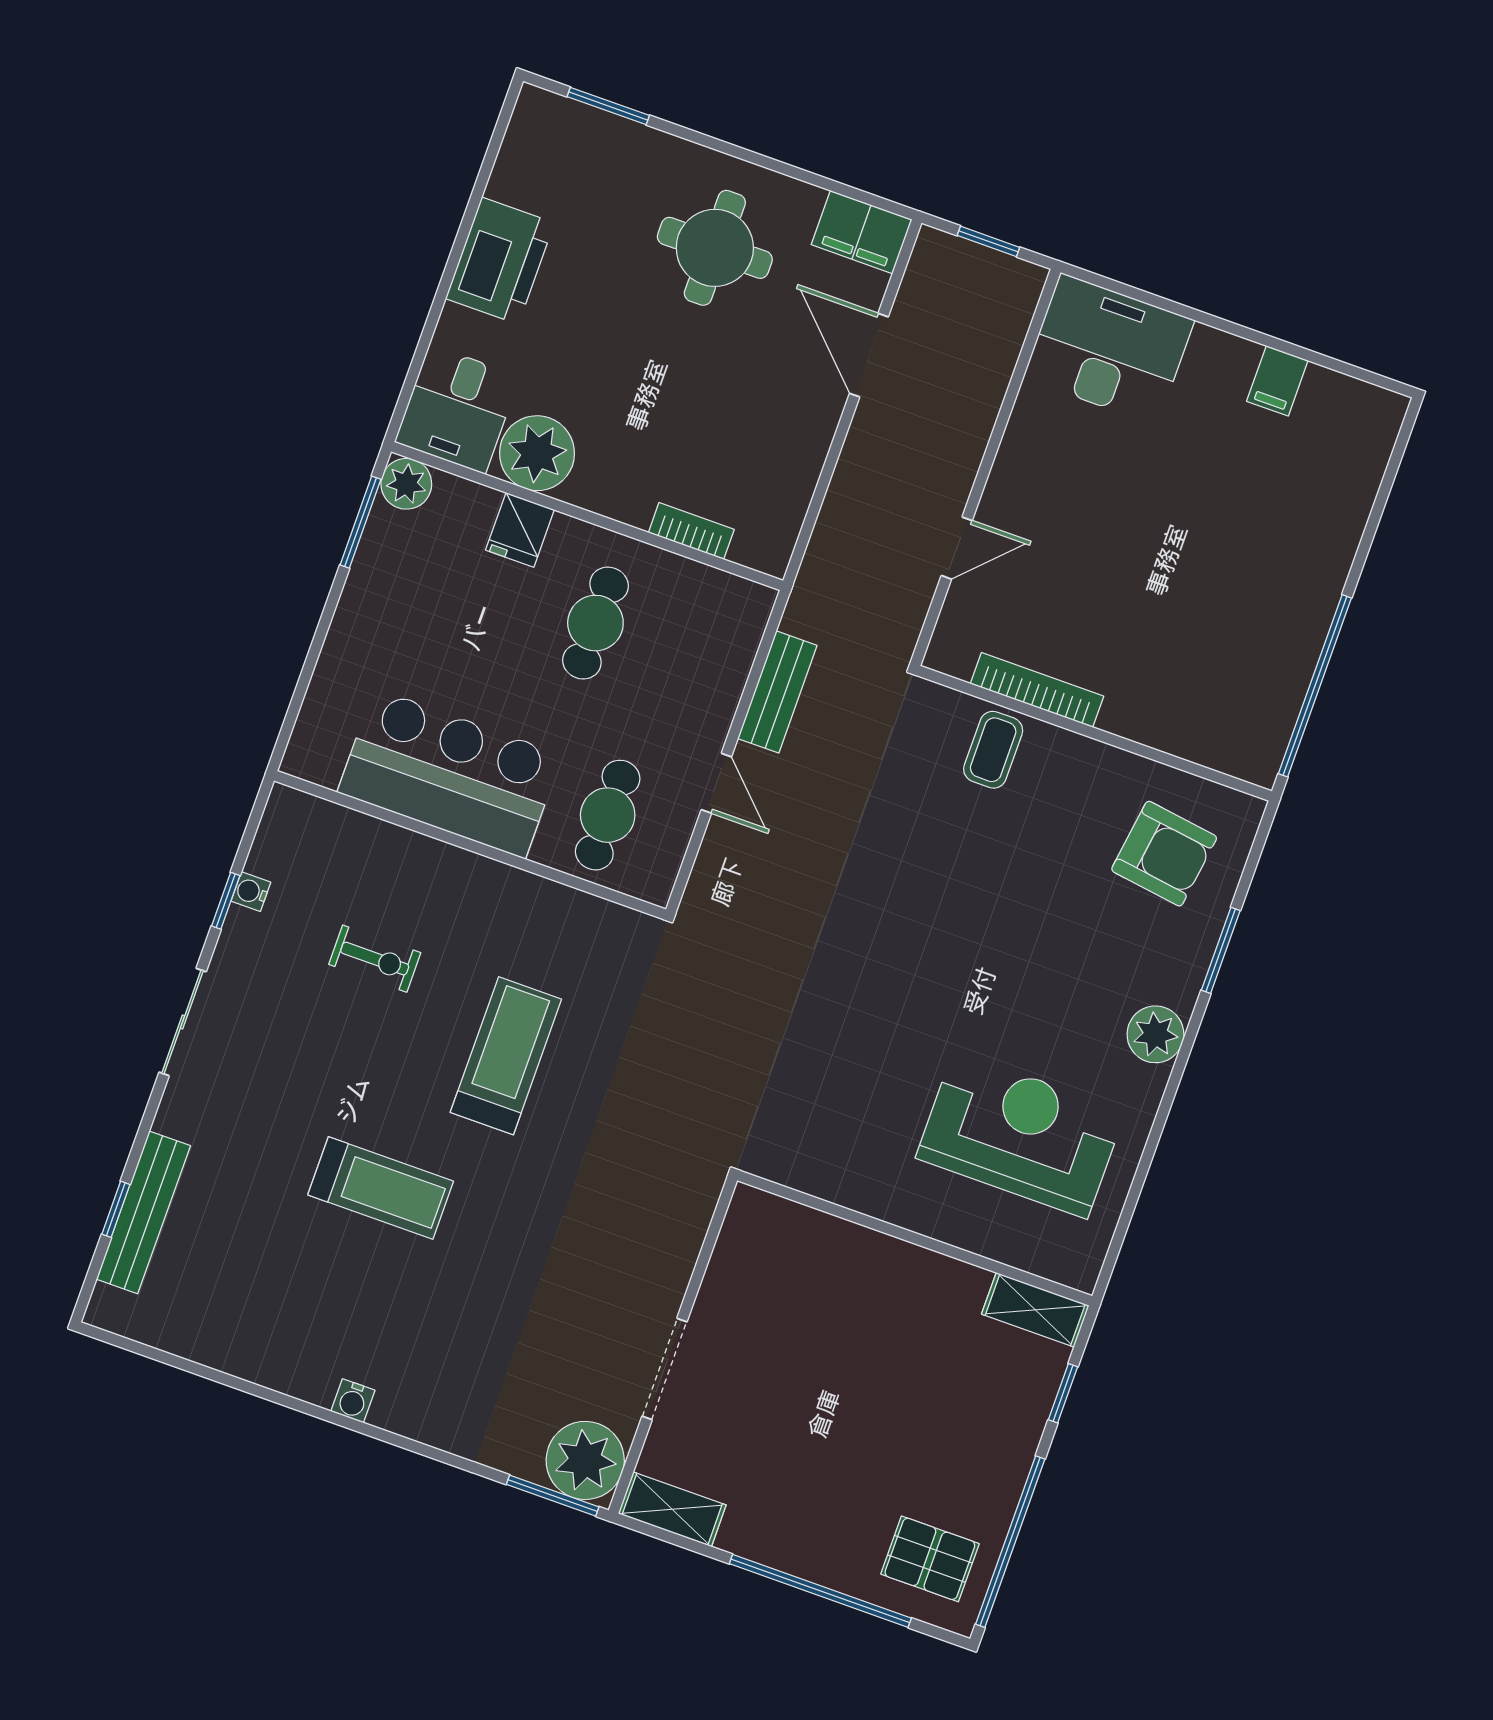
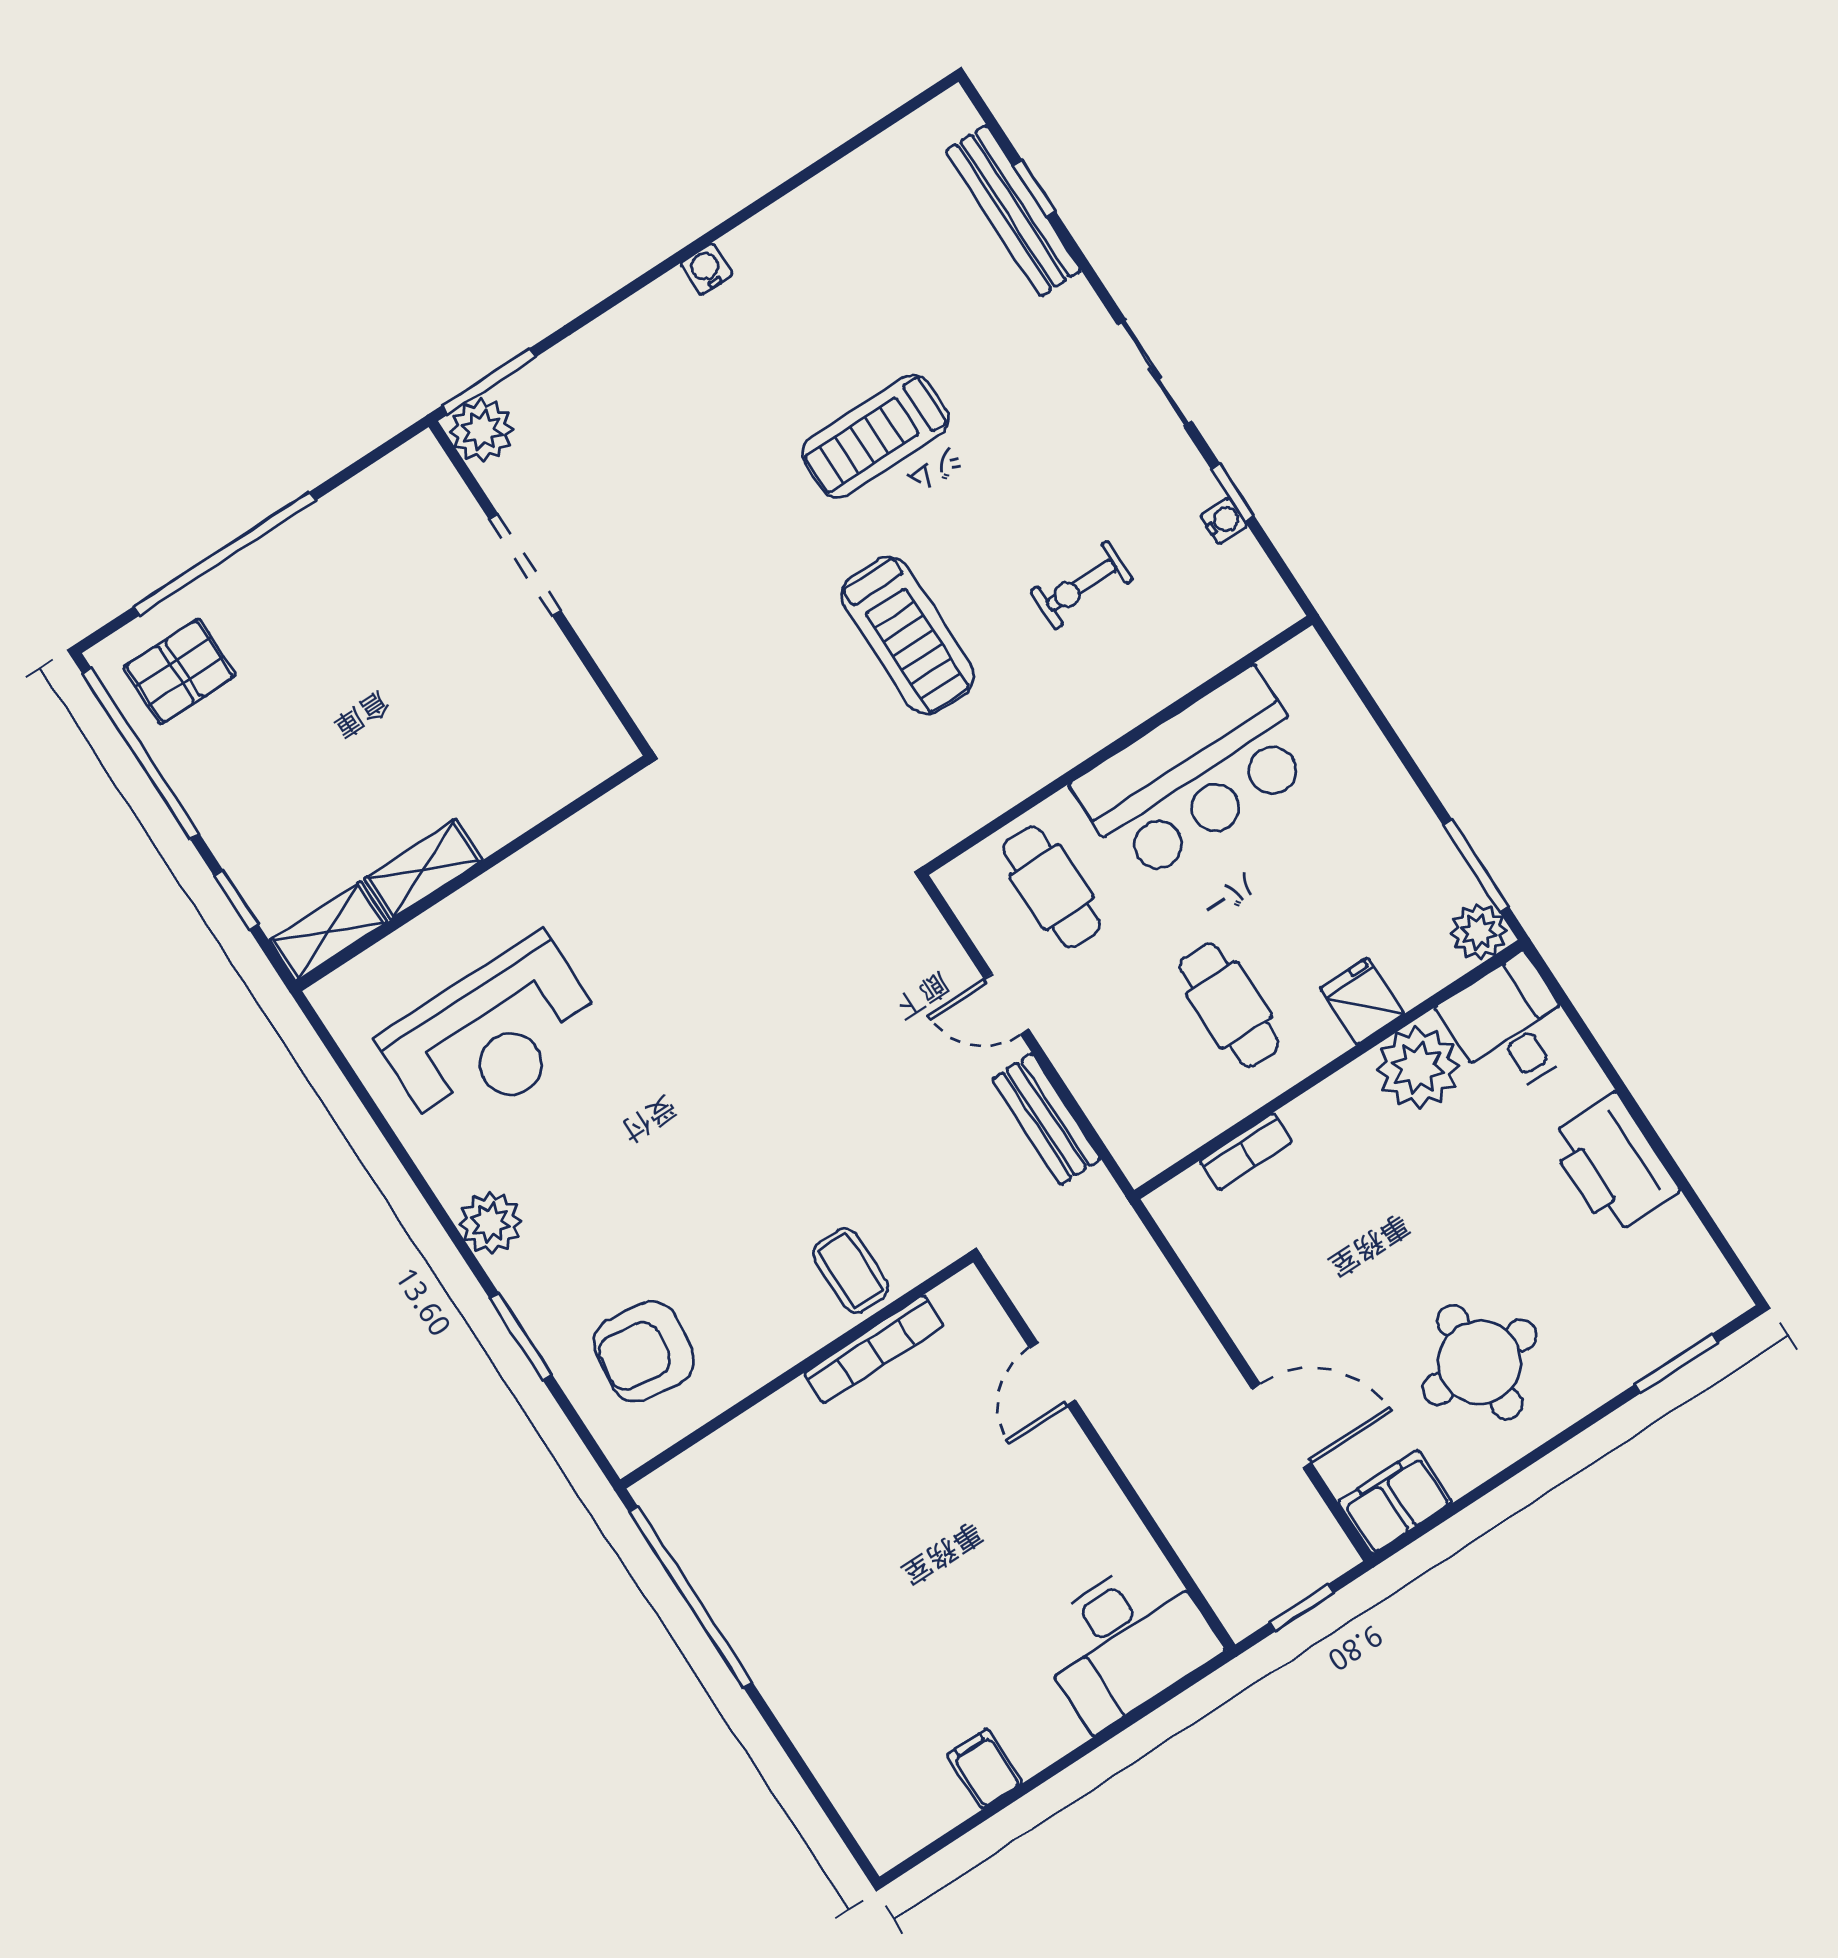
plant: (585, 1460) -> (482, 430), width x0.73, depth x0.73
shelving: (672, 1509) -> (424, 869), moved

